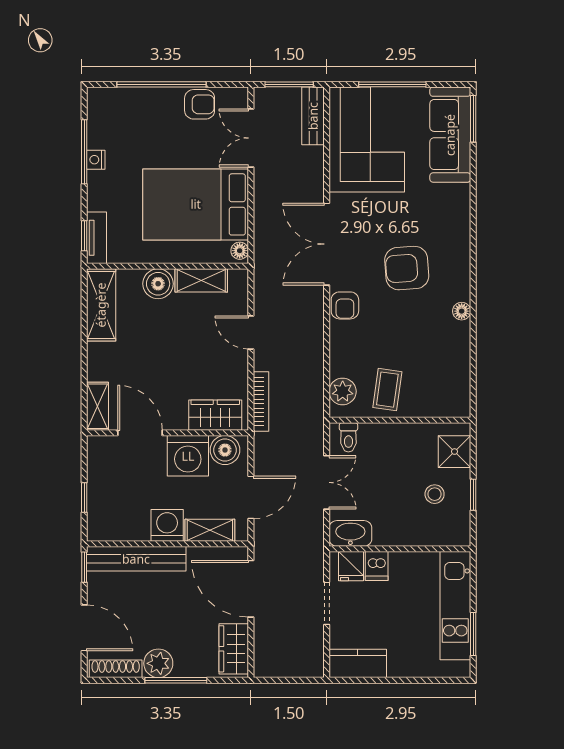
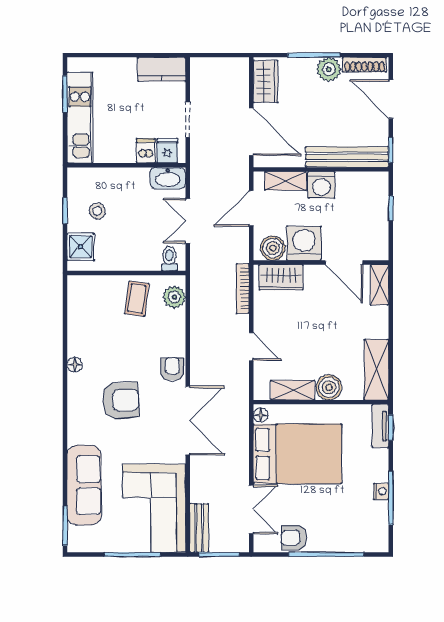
sofa: (450, 135) -> (84, 485), moved

